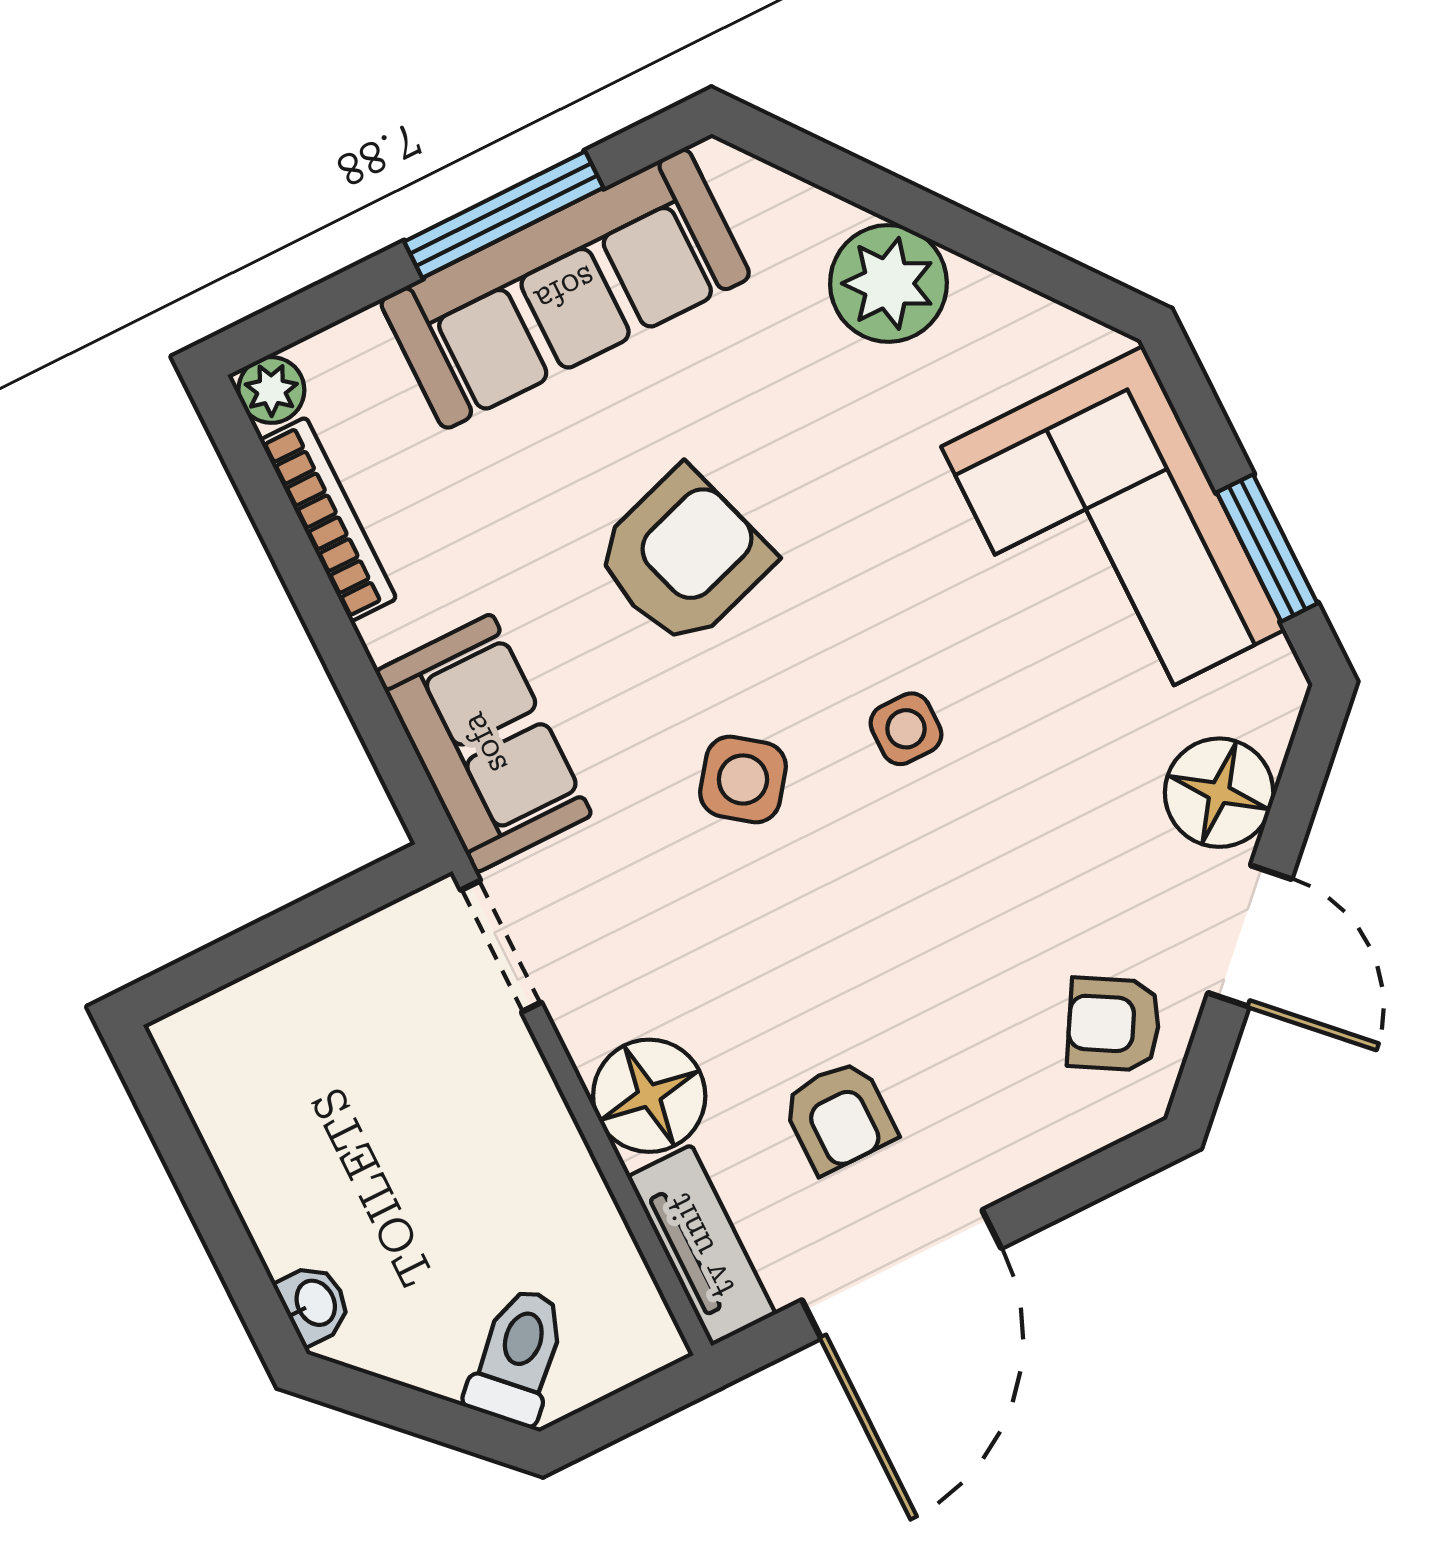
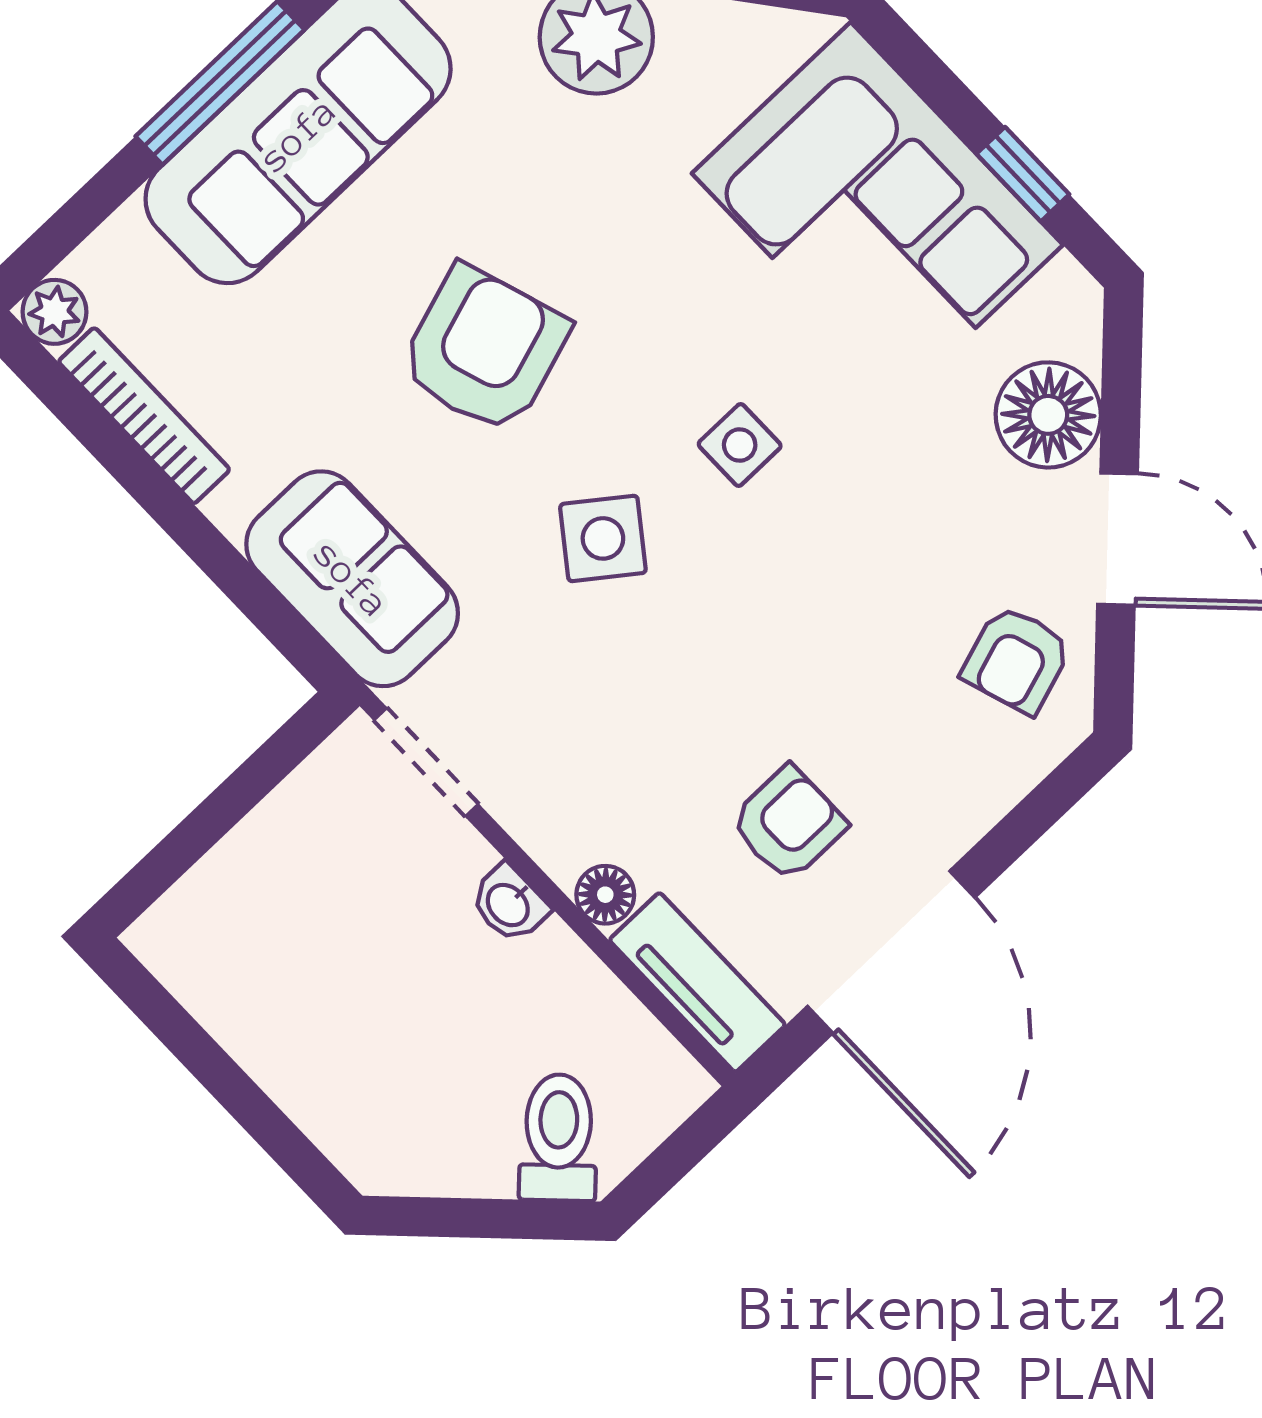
window: (1267, 548) -> (1023, 174), width x0.67
armchair: (1114, 1024) -> (1017, 660), turned -48
floor lamp: (649, 1096) -> (605, 895), width x0.53, depth x0.53
armchair: (839, 1116) -> (788, 824), turned -90
washbasin: (314, 1304) -> (509, 904), moved, turned 180

